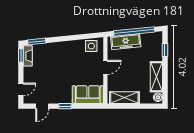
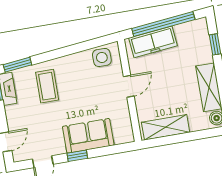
coffee table: (53, 58) -> (47, 86), added
sofa: (88, 95) -> (88, 136), moved

